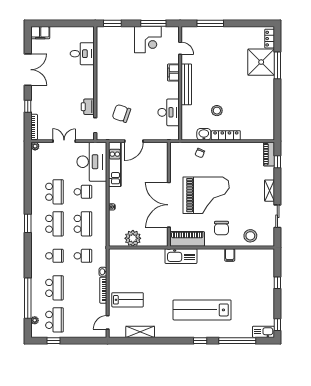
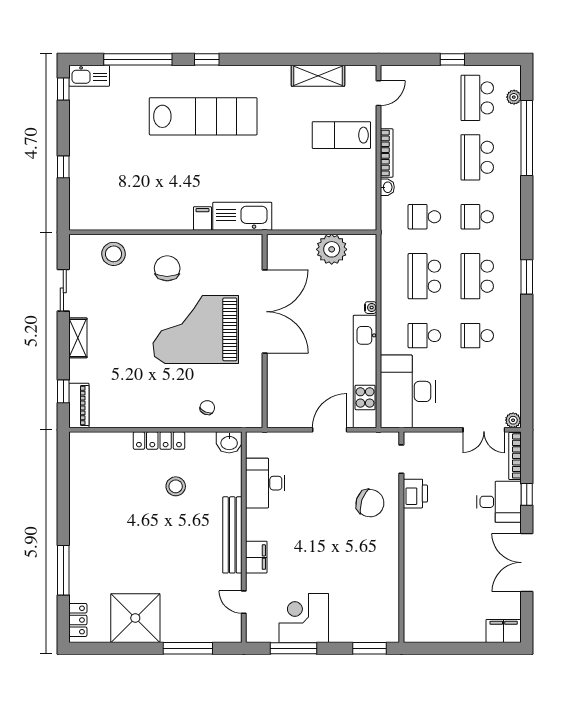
desk: (82, 54) -> (499, 502), moved, turned 180
shower: (261, 62) -> (135, 618), moved
chair: (121, 113) -> (370, 503), moved
washbasin: (204, 134) -> (229, 442), moved
double door: (64, 141) -> (484, 430), moved
kitchen unit: (115, 164) -> (365, 371), width x1.36
school desk: (54, 192) -> (477, 336), width x0.54
piano: (187, 239) -> (231, 248), removed
filing cabinet: (230, 255) -> (202, 218), moved
window: (54, 341) -> (452, 59), moved

